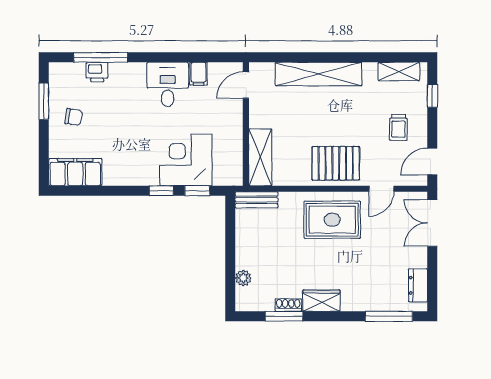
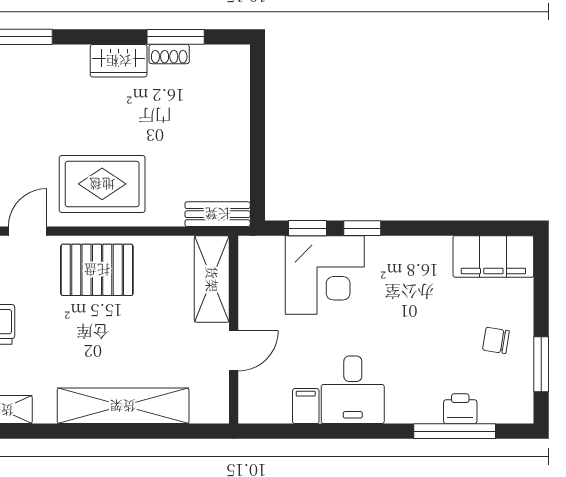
door: (246, 85) -> (234, 351), moved
plant: (243, 278) -> (238, 95), removed

